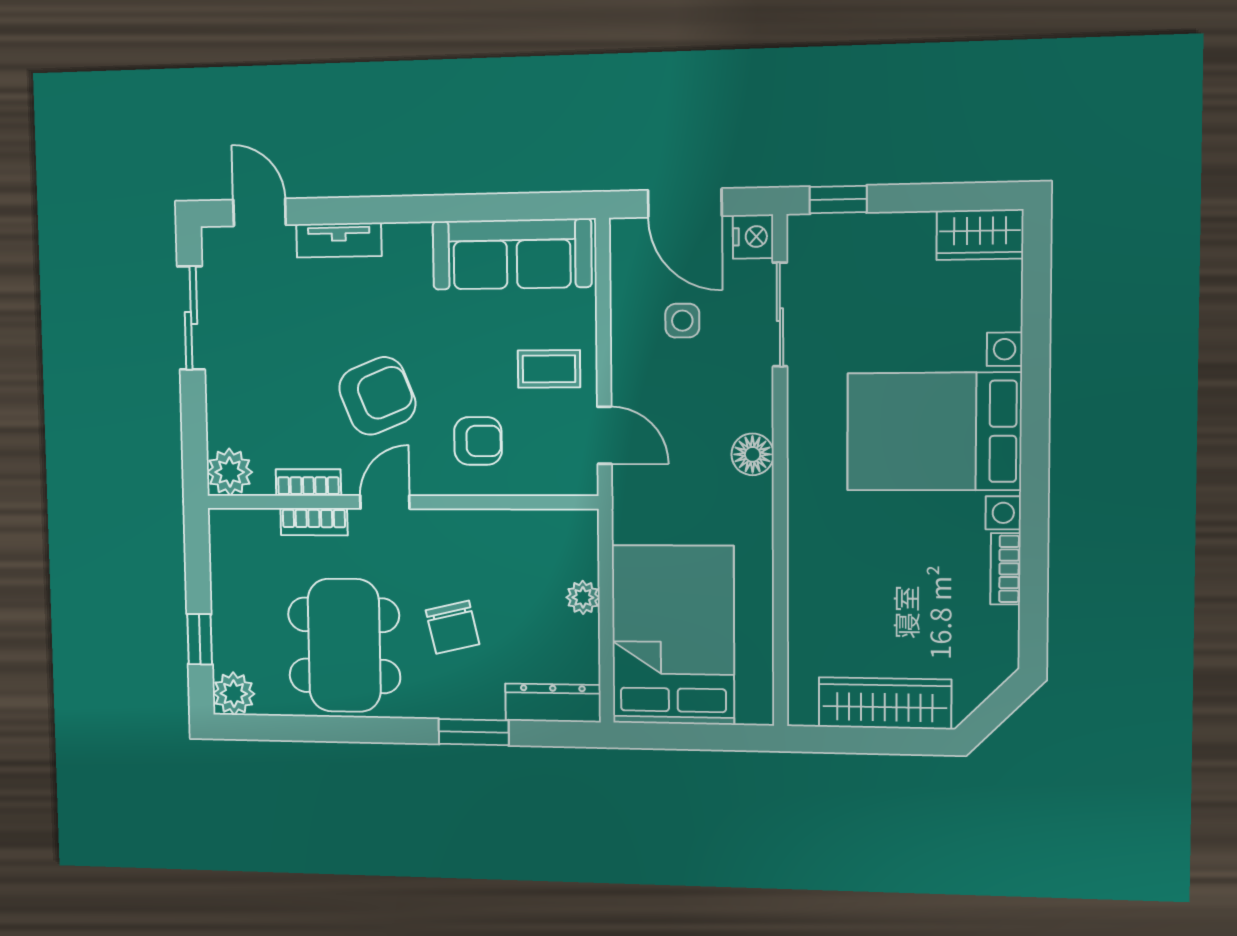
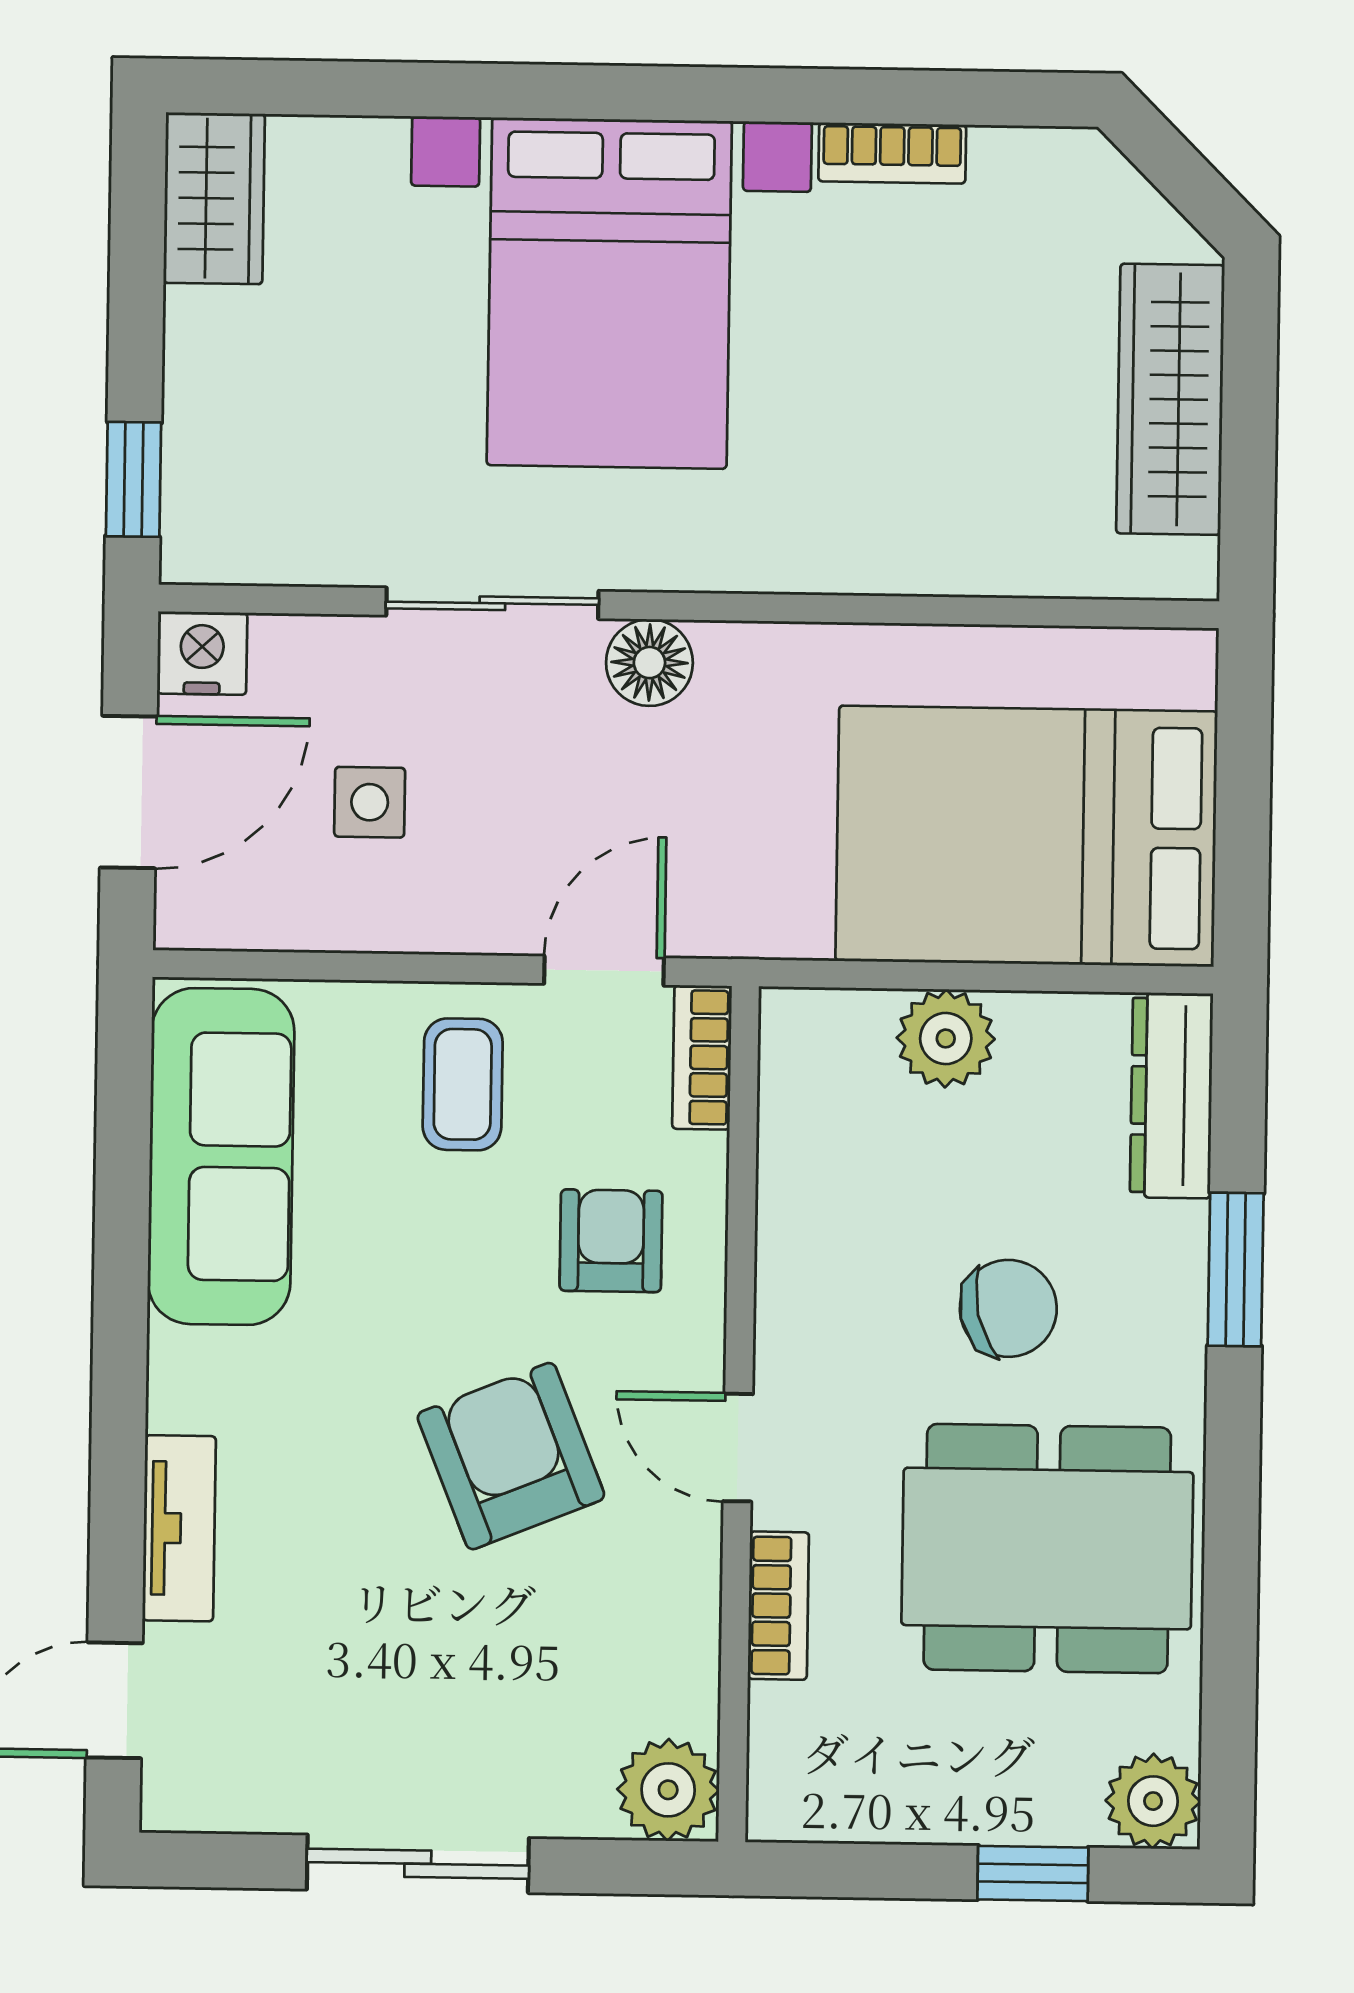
sliding door: (780, 315) -> (492, 603), moved
sliding door: (191, 318) -> (418, 1864), moved
bookcase: (308, 482) -> (702, 1057), moved
plant: (583, 597) -> (946, 1038), width x1.38, depth x1.38

